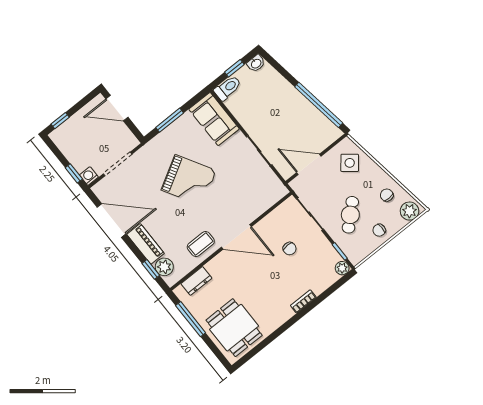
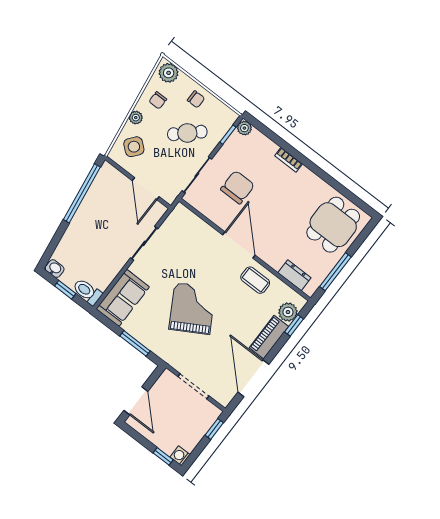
plant: (376, 171) -> (136, 118), added
washing machine: (89, 176) -> (180, 456), moved, turned 90
chair: (290, 249) -> (238, 187), width x1.87, depth x1.87

